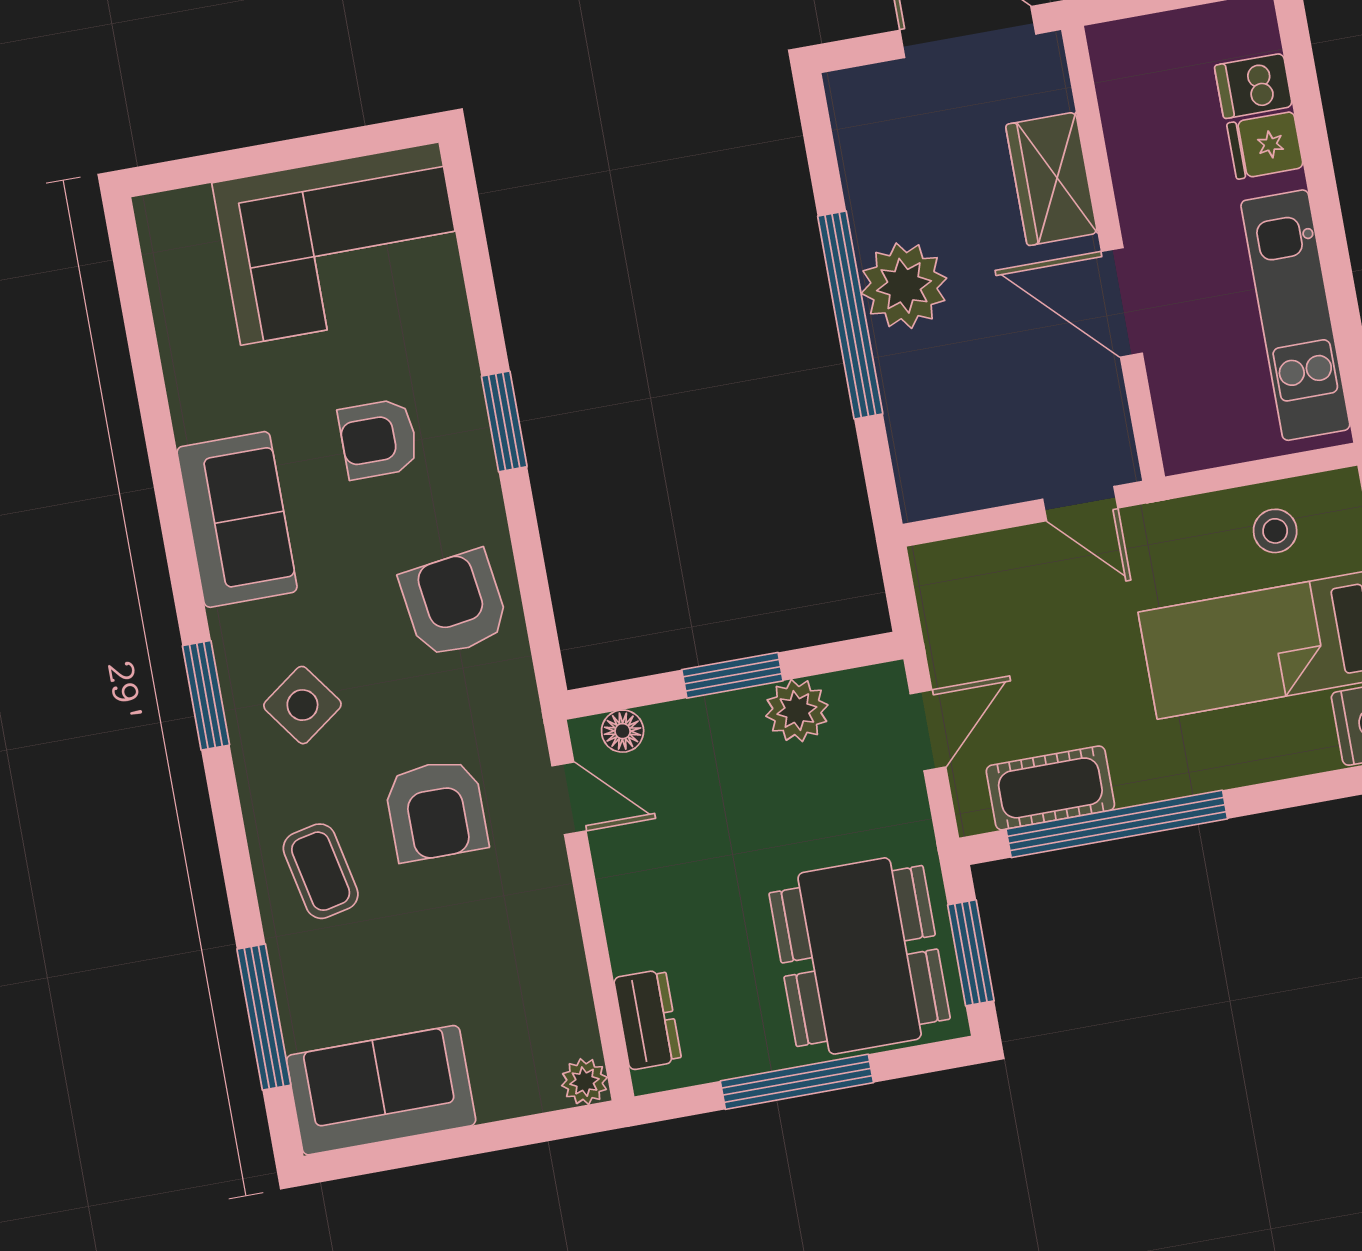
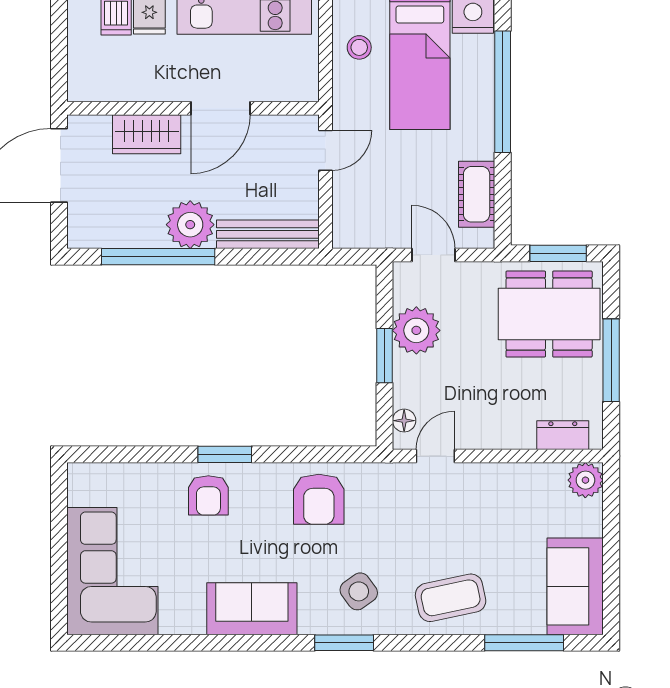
corner sofa: (340, 244) -> (112, 571), moved
window: (850, 315) -> (158, 257), moved
bench: (912, 428) -> (268, 234), added
armchair: (378, 439) -> (208, 495), moved
armchair: (454, 604) -> (319, 499), turned -82
plant: (797, 711) -> (416, 330), width x1.36, depth x1.36
armchair: (436, 810) -> (429, 529), removed
window: (1117, 824) -> (503, 92), moved
coffee table: (321, 871) -> (451, 598), width x1.36, depth x1.30
plant: (585, 1082) -> (585, 480), width x1.38, depth x1.38

